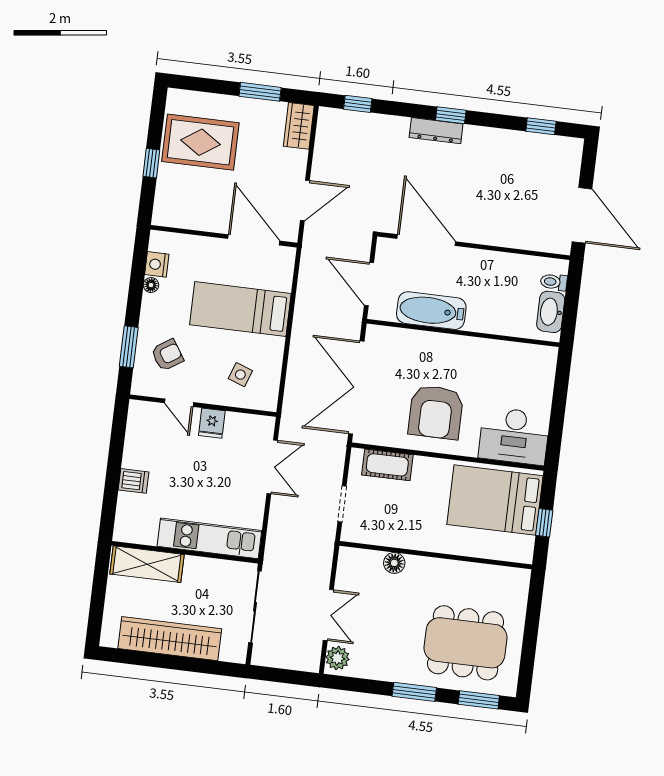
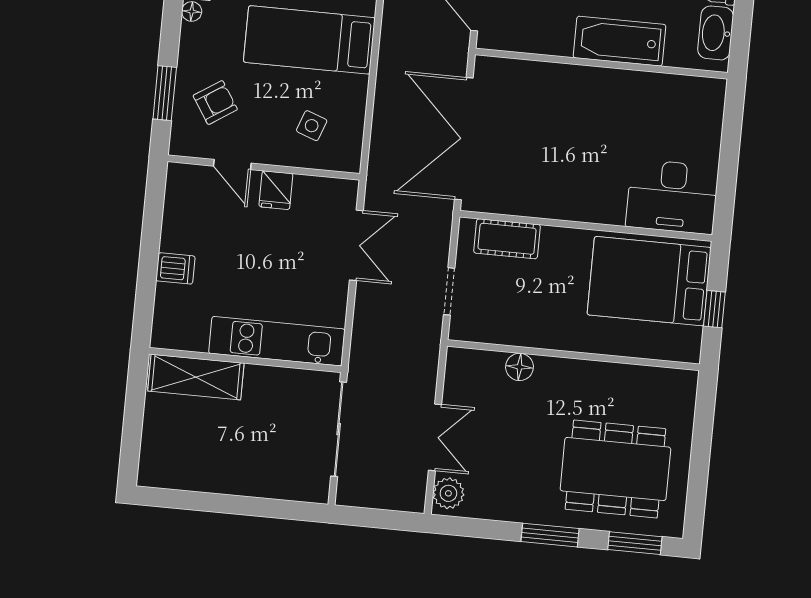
bathtub: (431, 311) -> (620, 41), moved
armchair: (436, 412) -> (569, 168), removed
wardrobe: (170, 639) -> (228, 474), removed

